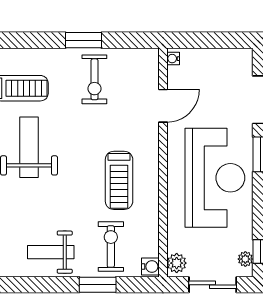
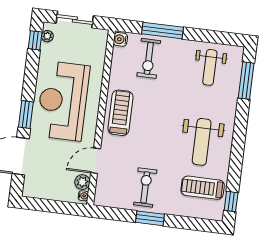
treadmill: (119, 180) -> (120, 113), moved
weight bench: (51, 252) -> (210, 67), moved, turned 90
plant: (177, 263) -> (82, 182), moved
window: (98, 285) -> (162, 30), width x1.44

